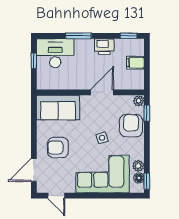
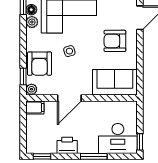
window: (34, 61) -> (140, 142), moved
filing cabinet: (135, 63) -> (35, 108), moved
armchair: (58, 148) -> (115, 41), turned 180

